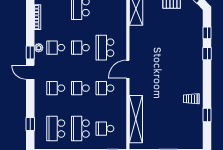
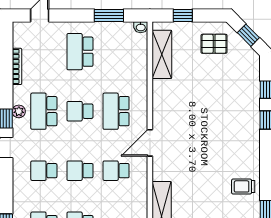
school desk: (56, 48) -> (44, 111), width x1.85

